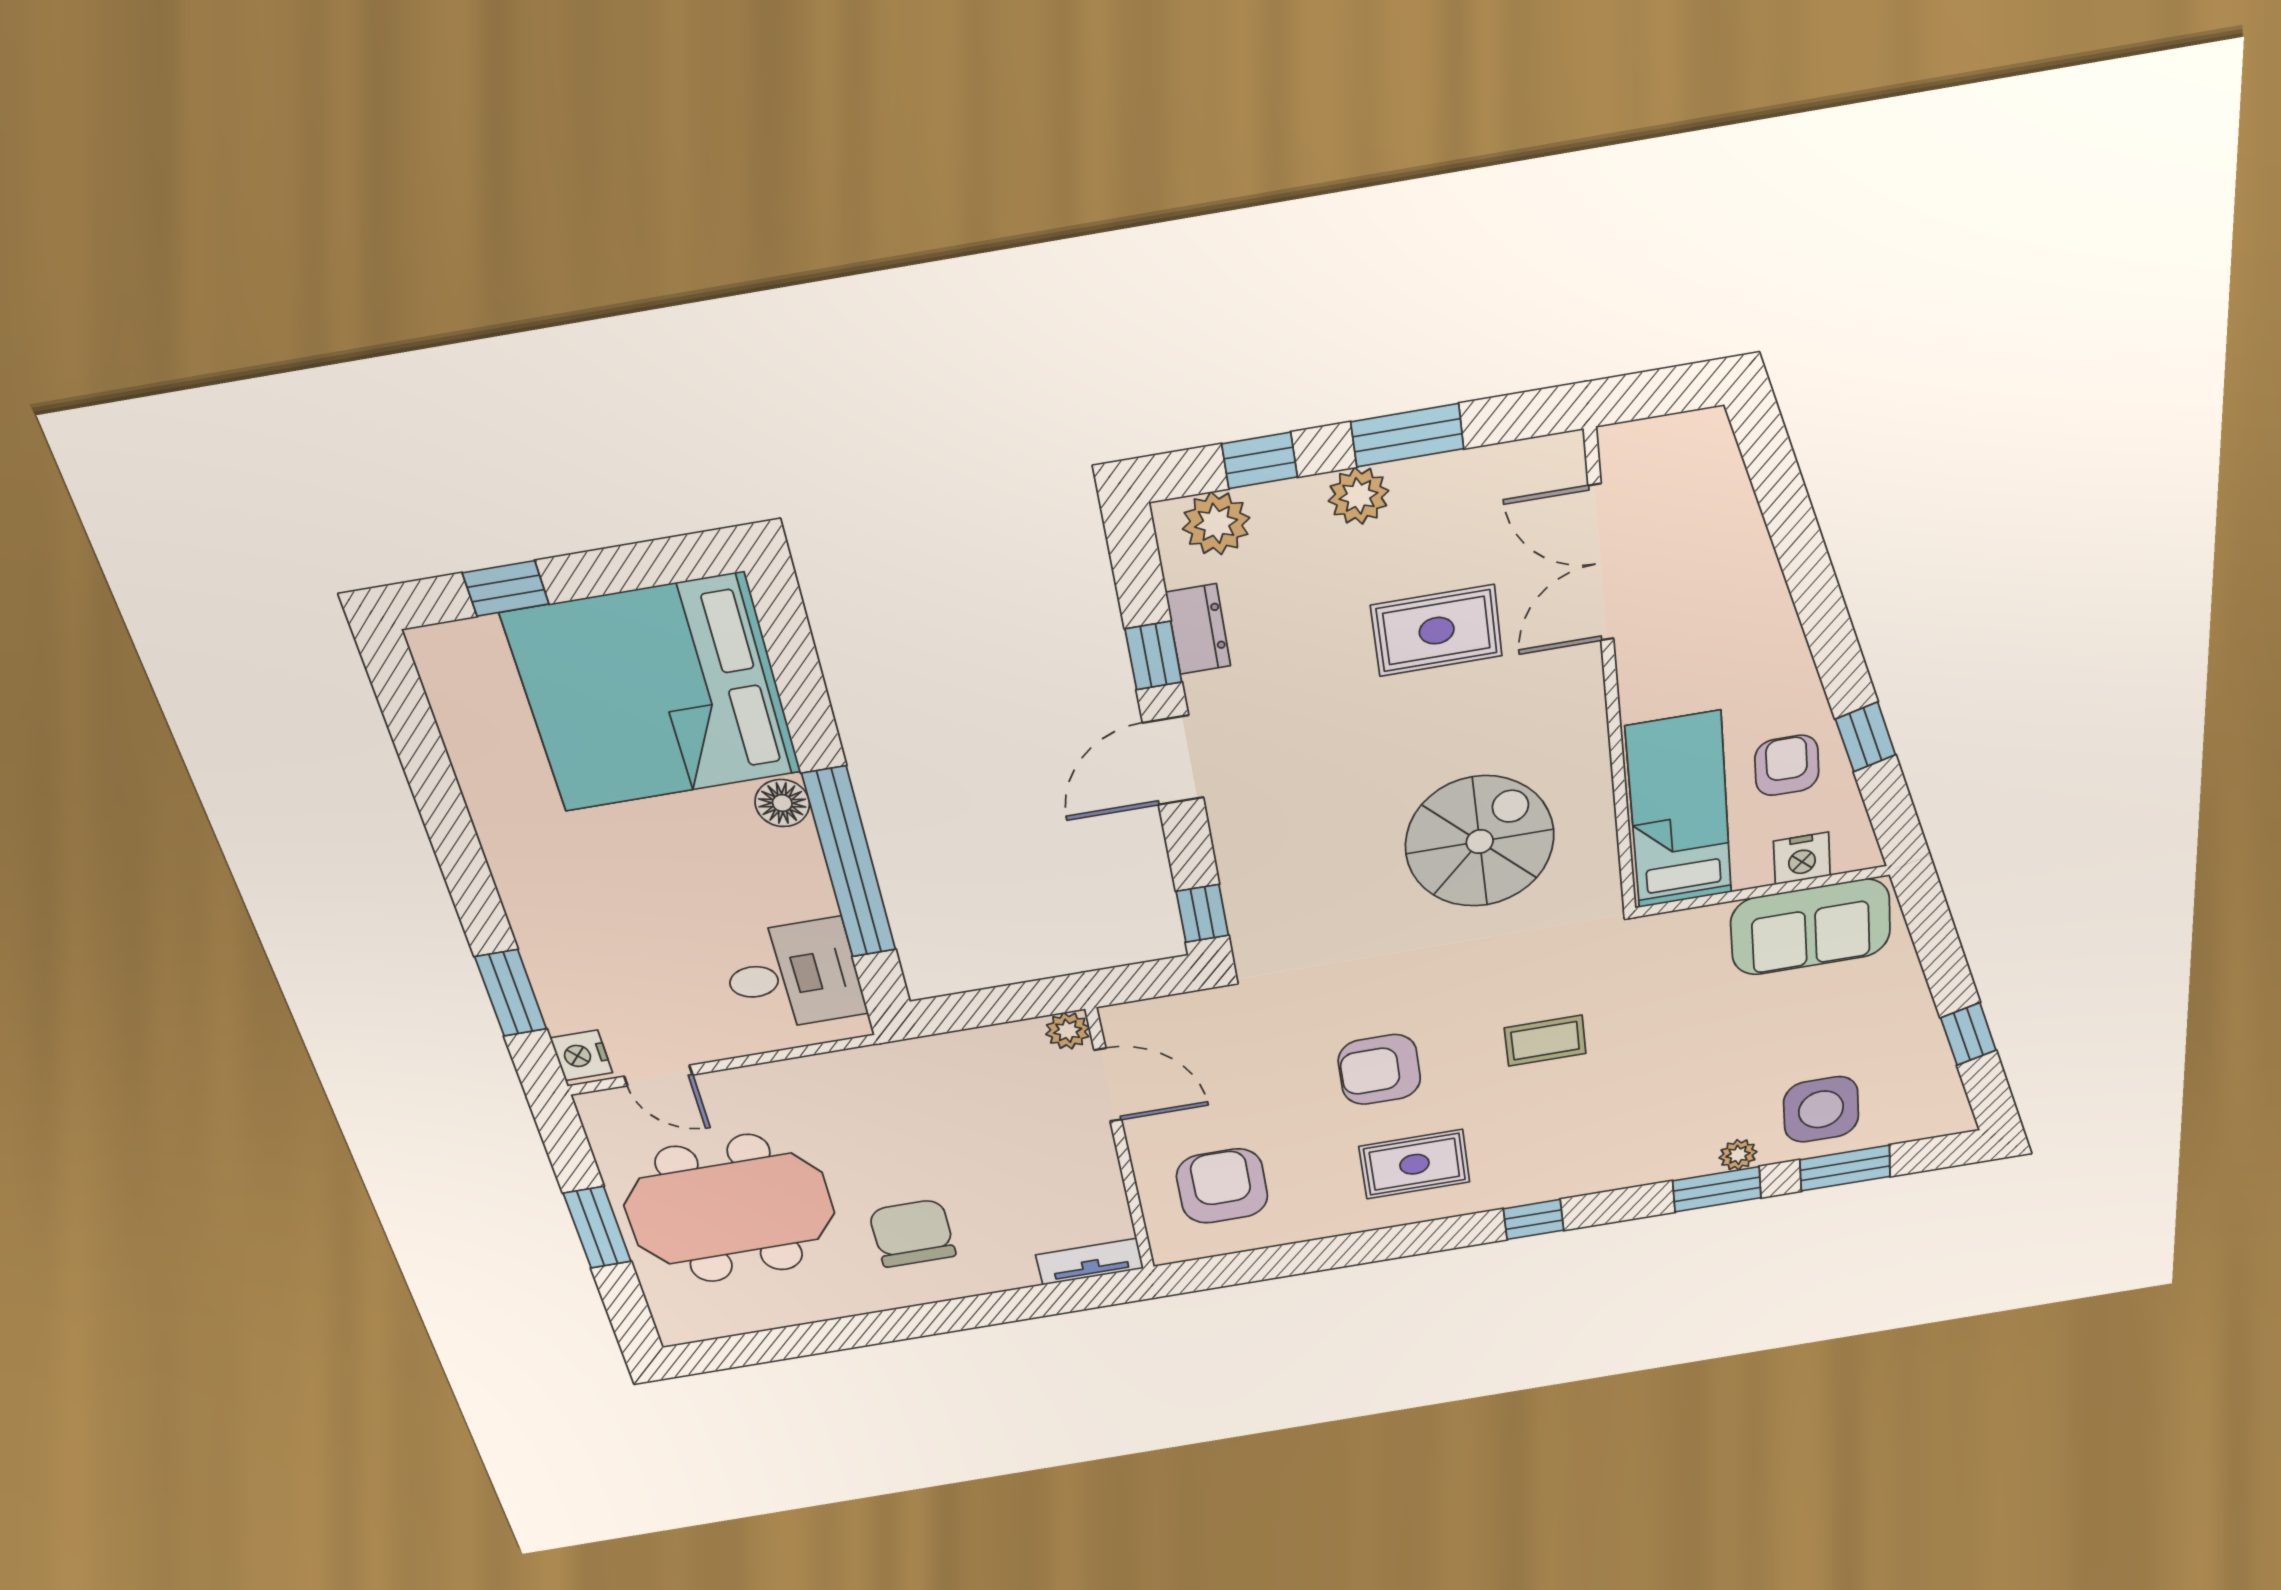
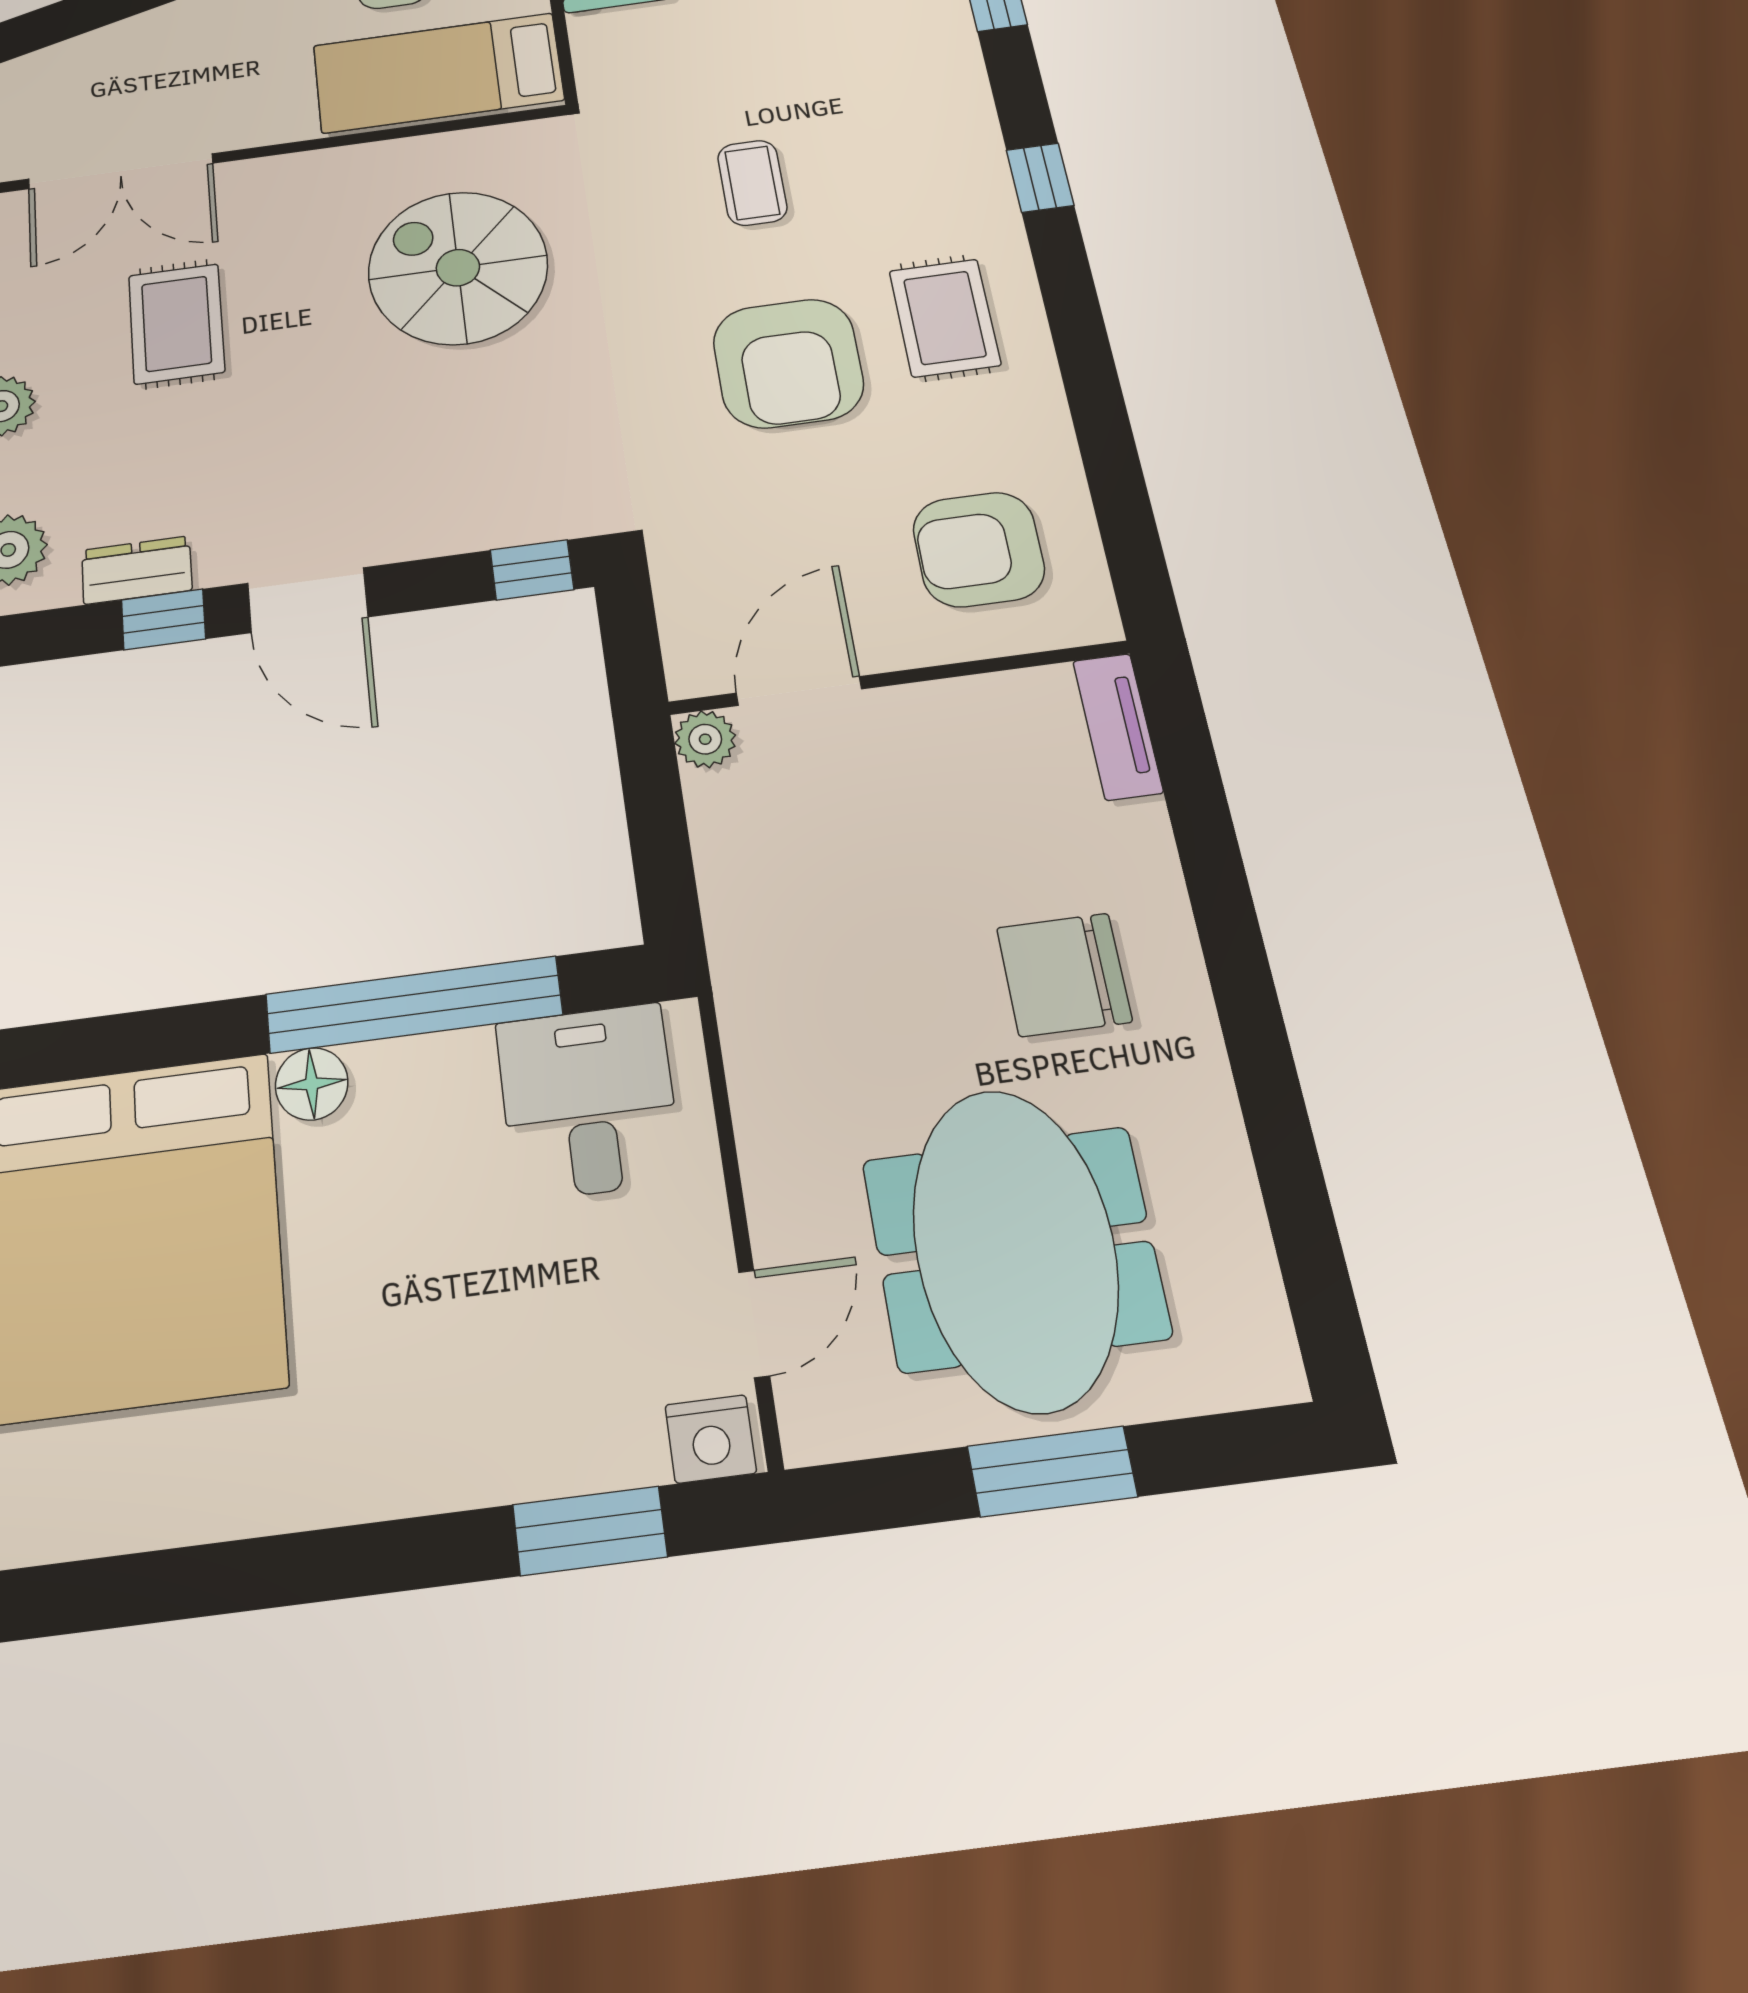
armchair: (1379, 1070) -> (788, 363), width x1.36, depth x1.36

